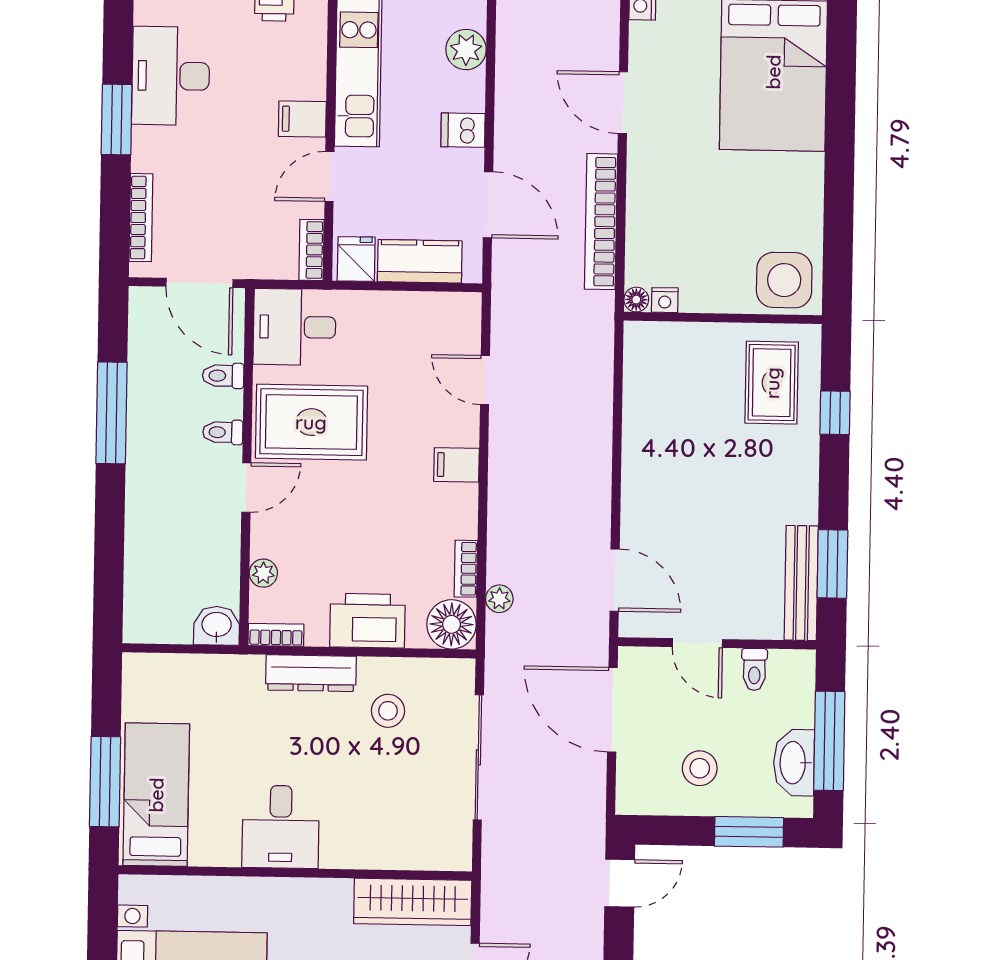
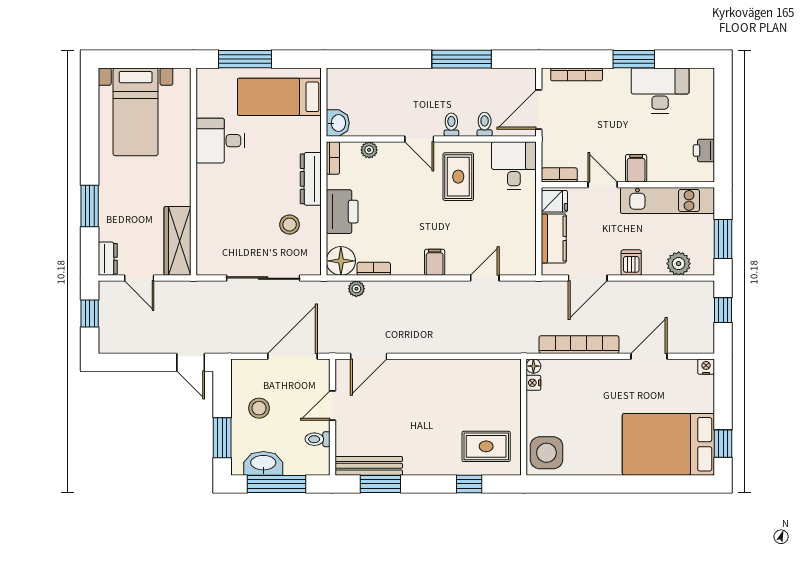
rug: (311, 422) -> (458, 177), width x0.73, depth x0.70
bed: (156, 795) -> (279, 97), moved, turned 180
desk: (281, 827) -> (220, 141), moved

